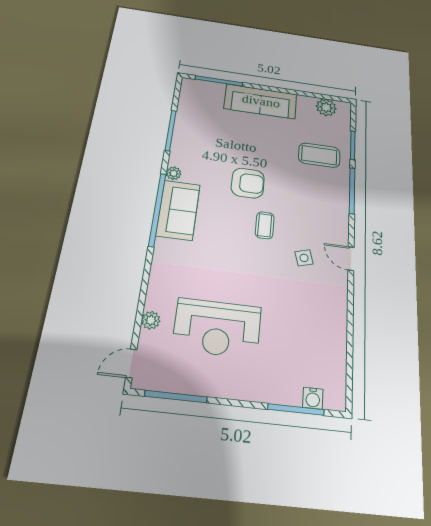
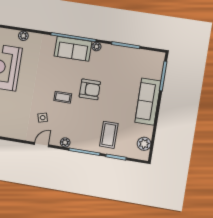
armchair: (248, 183) -> (90, 89), turned -90
plant: (341, 220) -> (65, 142), added
plant: (151, 320) -> (23, 36), moved

